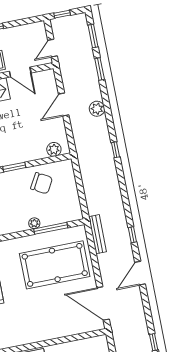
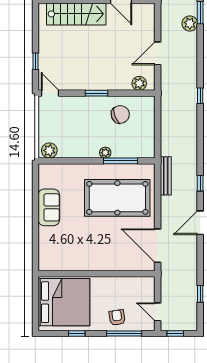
door: (64, 105) -> (158, 53), moved
plant: (97, 109) -> (190, 23), moved
chair: (42, 183) -> (120, 114), turned -50

